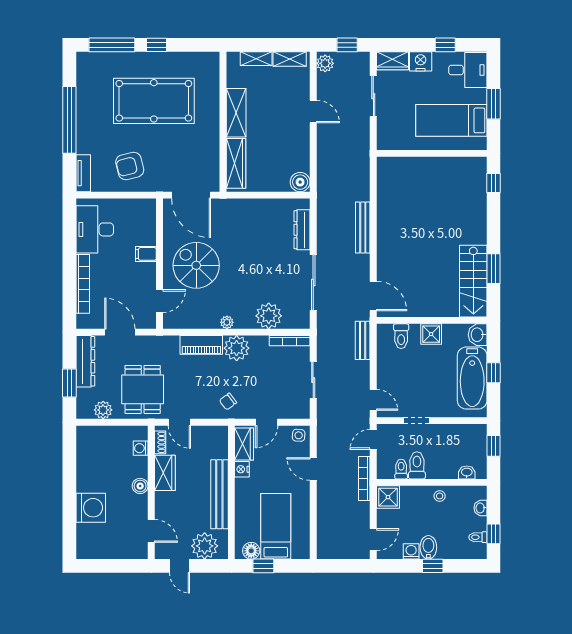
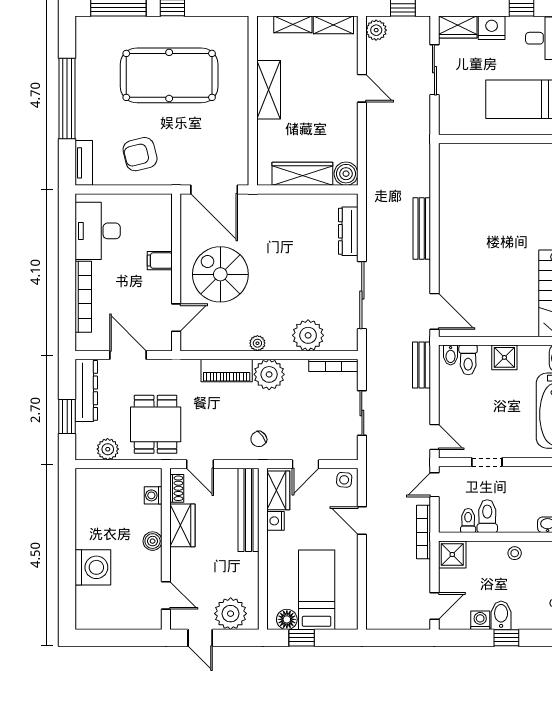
wardrobe: (236, 163) -> (302, 174), moved, turned -90
bidet: (387, 332) -> (451, 355), added
bench: (219, 494) -> (248, 510), moved

